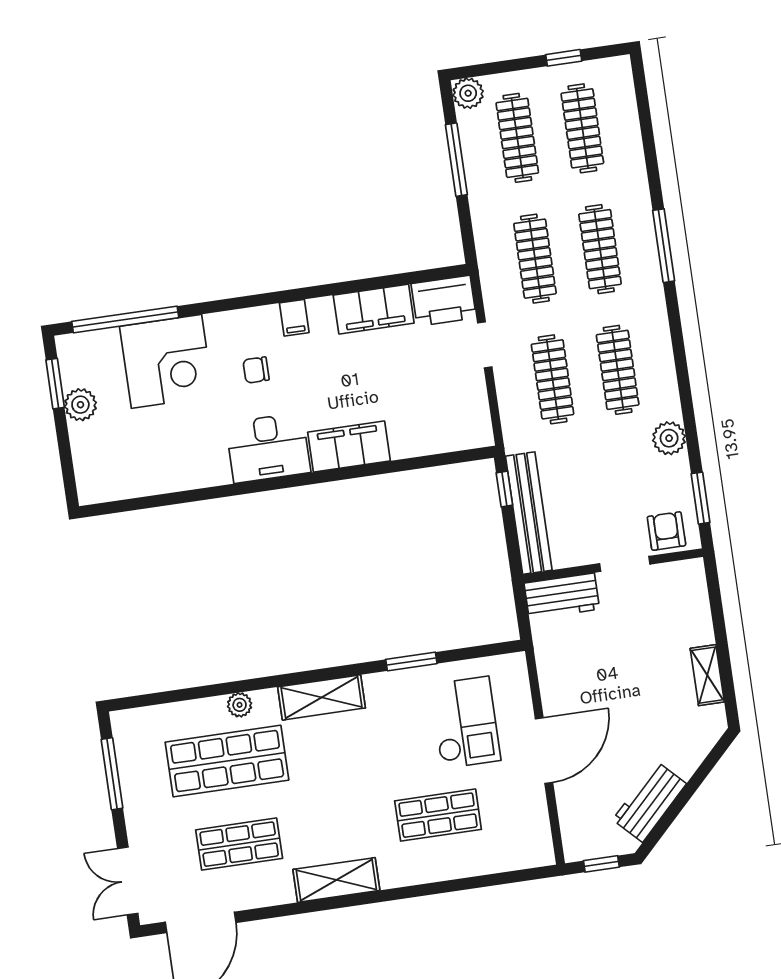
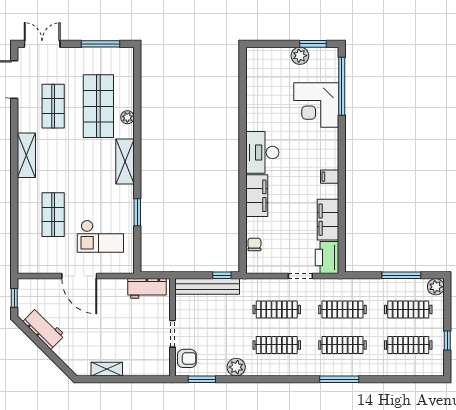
chair: (256, 370) -> (254, 244), moved
workbench: (562, 596) -> (147, 288), moved, turned -90

